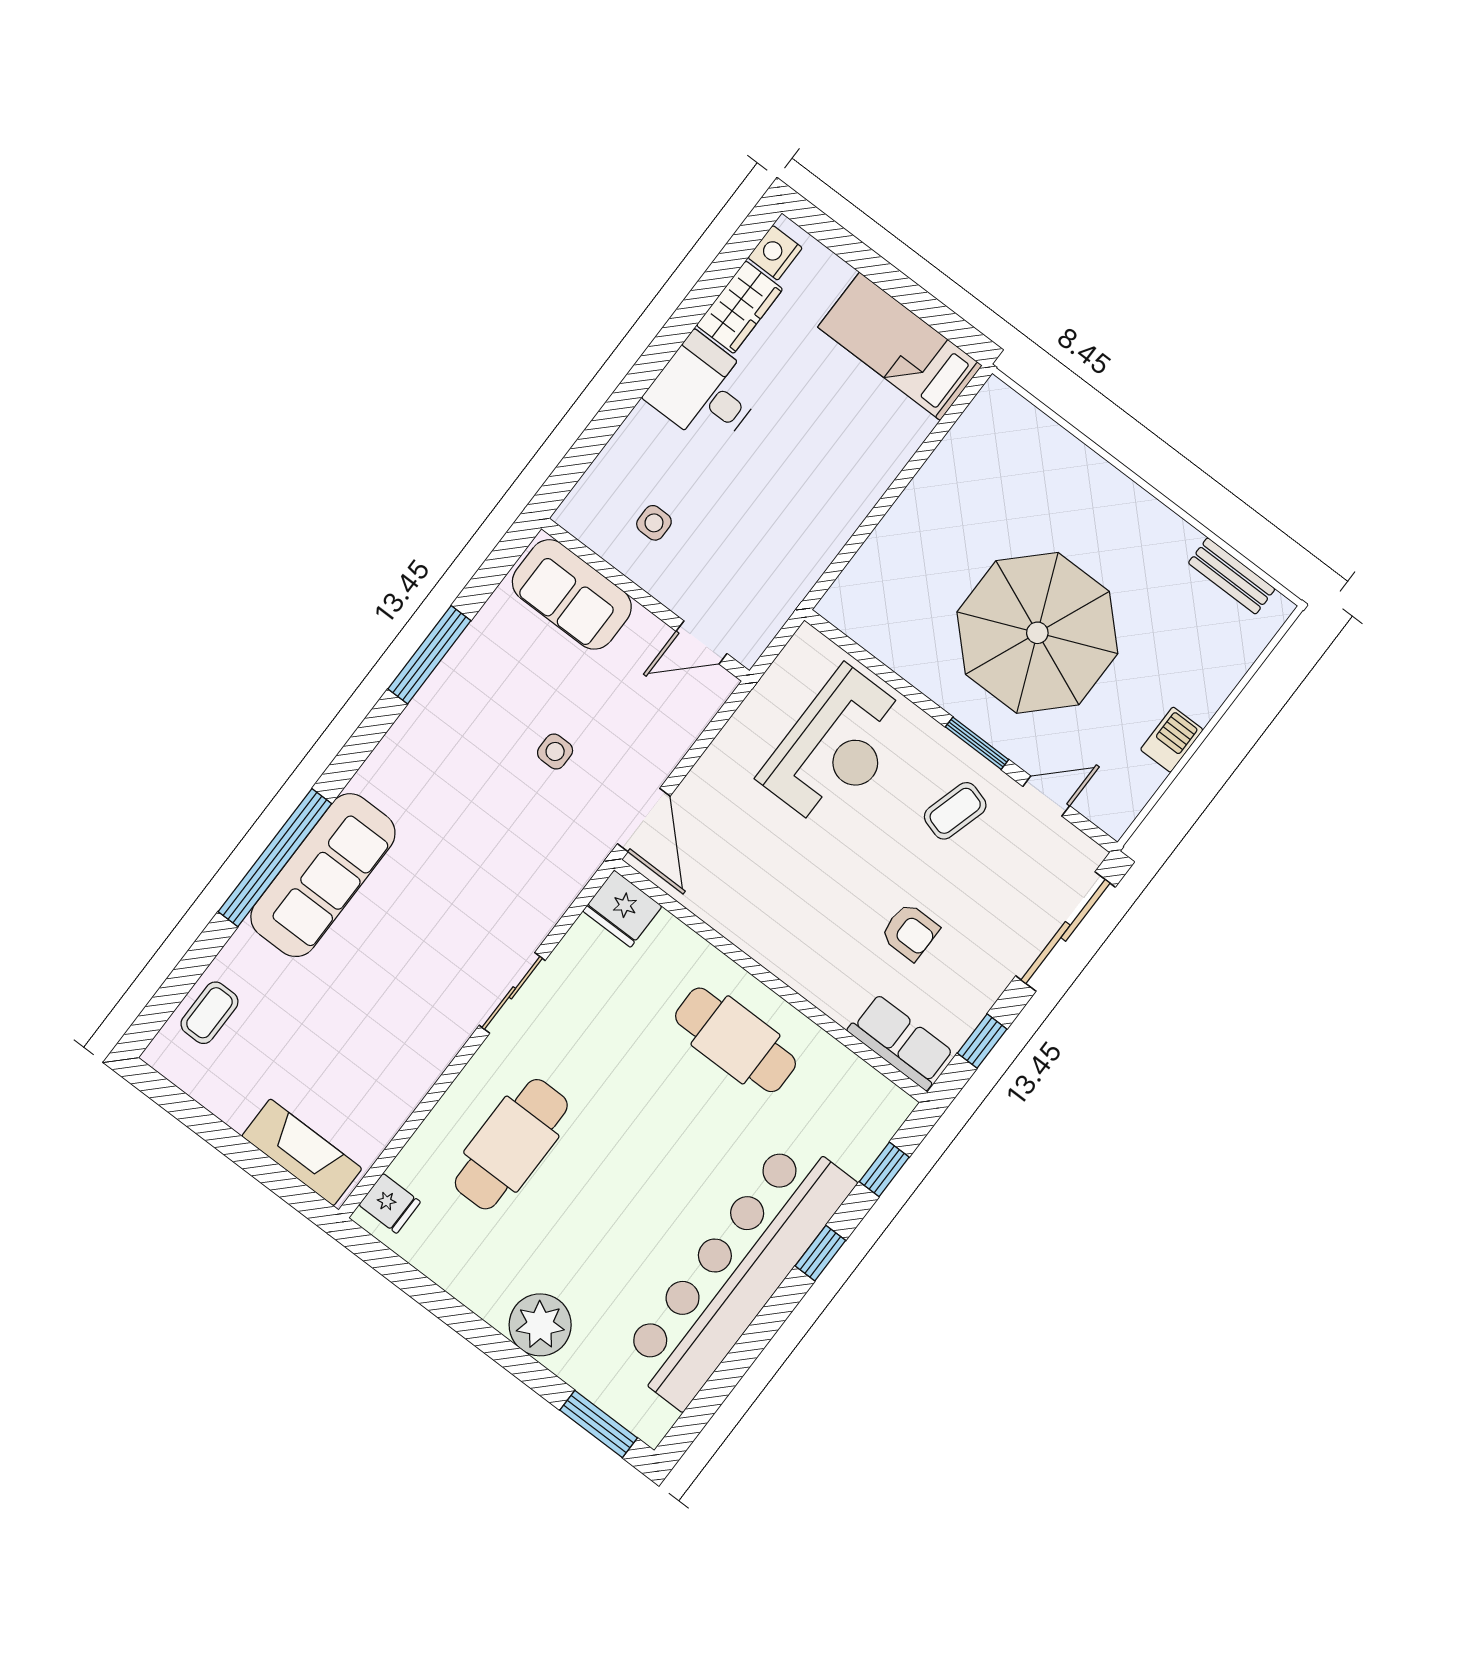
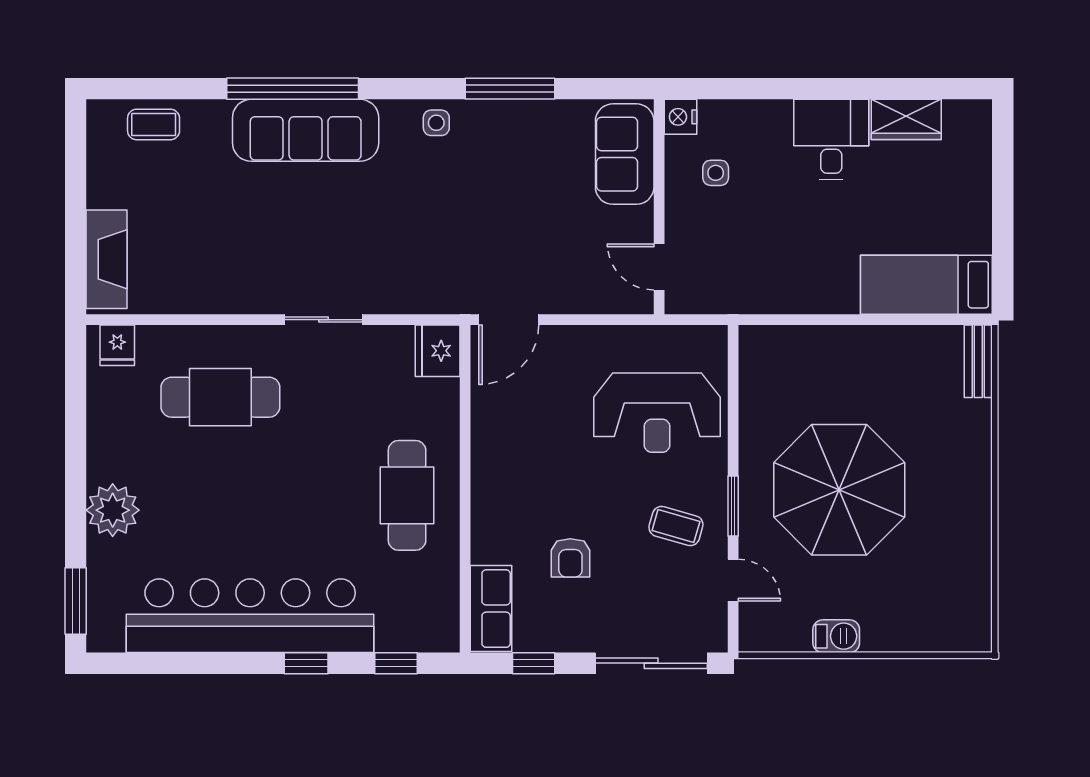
nightstand: (775, 253) -> (681, 117), moved, turned -90
bed: (900, 346) -> (926, 285), moved, turned -90
bench: (1232, 576) -> (978, 361), moved
side table: (555, 751) -> (436, 123), moved

